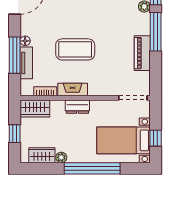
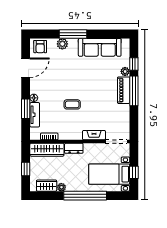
coffee table: (75, 49) -> (72, 104), width x0.54, depth x0.58
piano: (142, 53) -> (124, 90), moved
window: (15, 55) -> (26, 109), width x0.69
fireplace: (73, 89) -> (94, 135), moved
wardrobe: (35, 108) -> (47, 150), width x1.50

